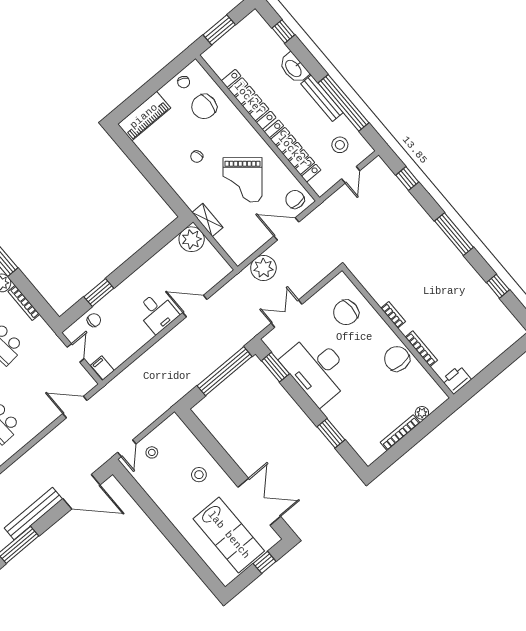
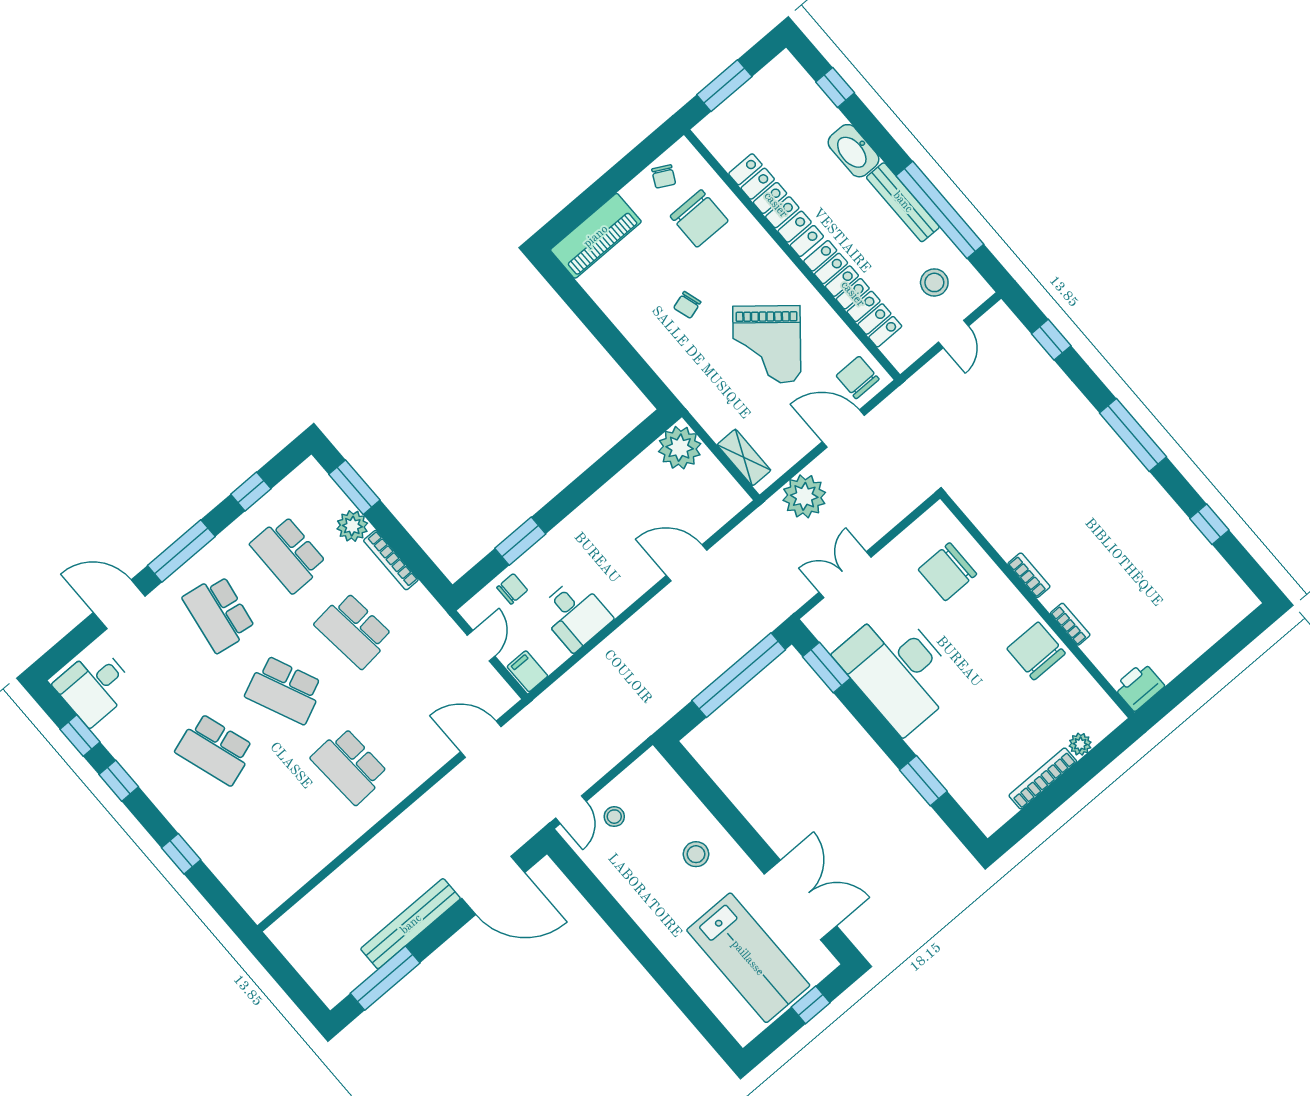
chair: (204, 107) -> (699, 218), turned -92
shelving: (207, 220) -> (744, 458), moved
desk: (157, 312) -> (575, 614), moved
bookcase: (421, 349) -> (1070, 624), width x0.64

